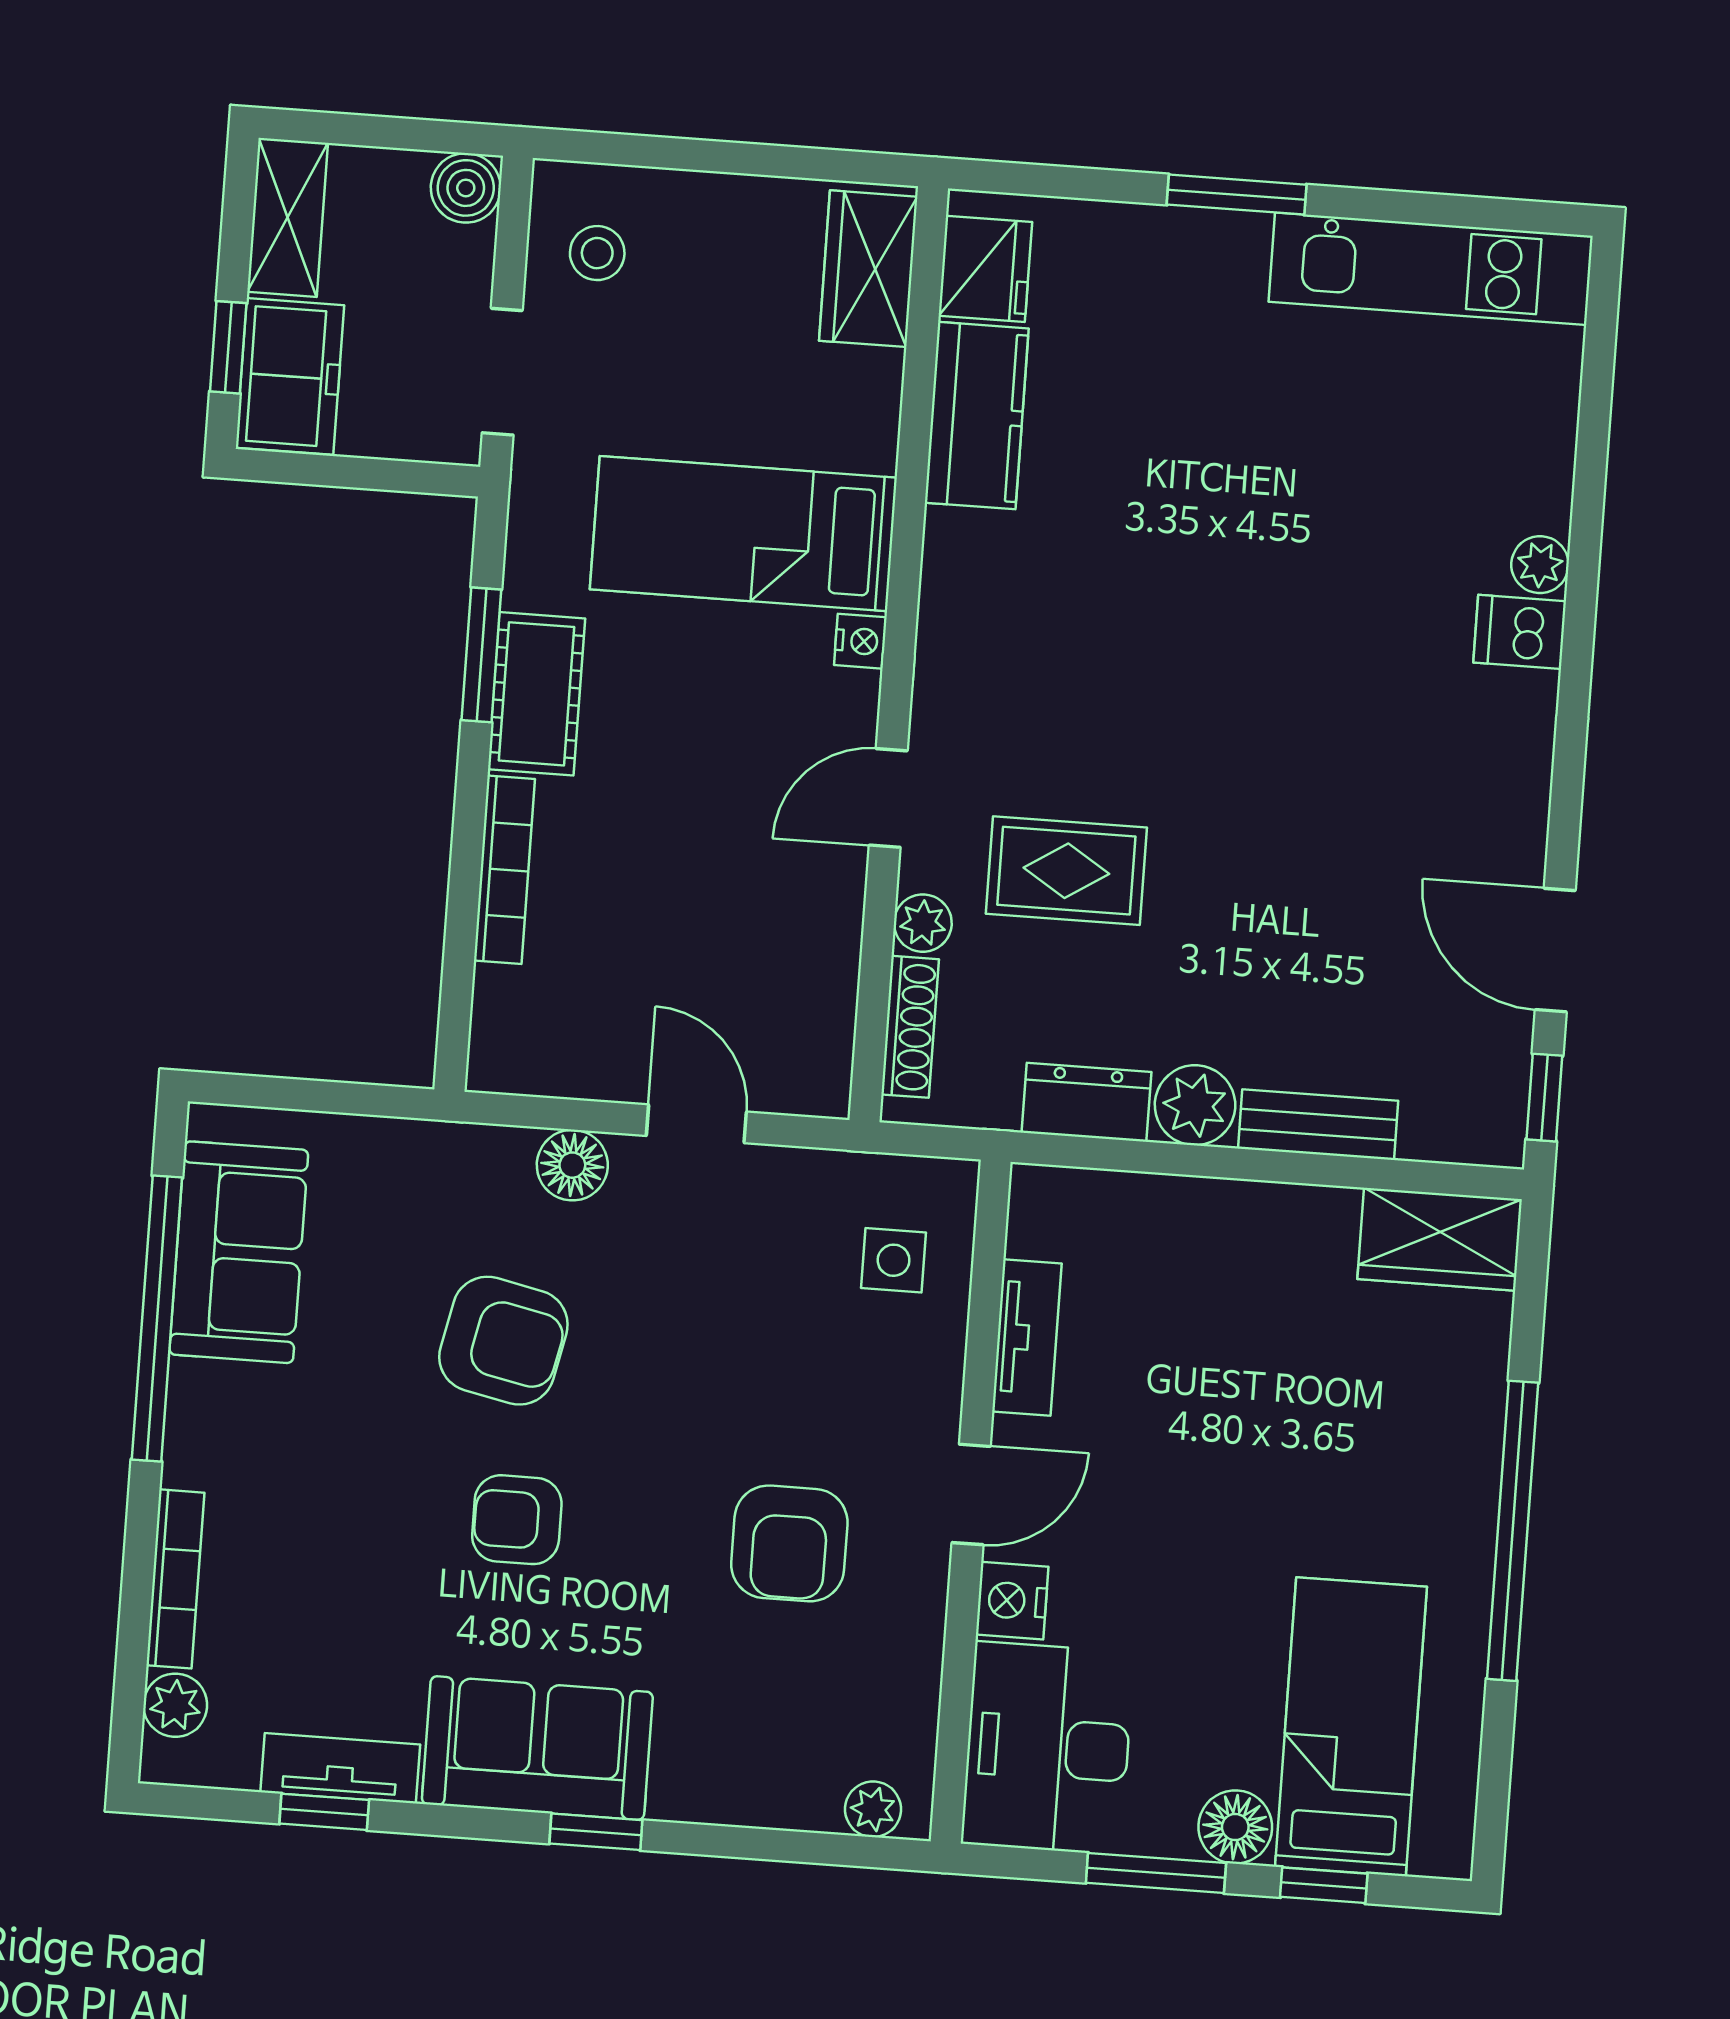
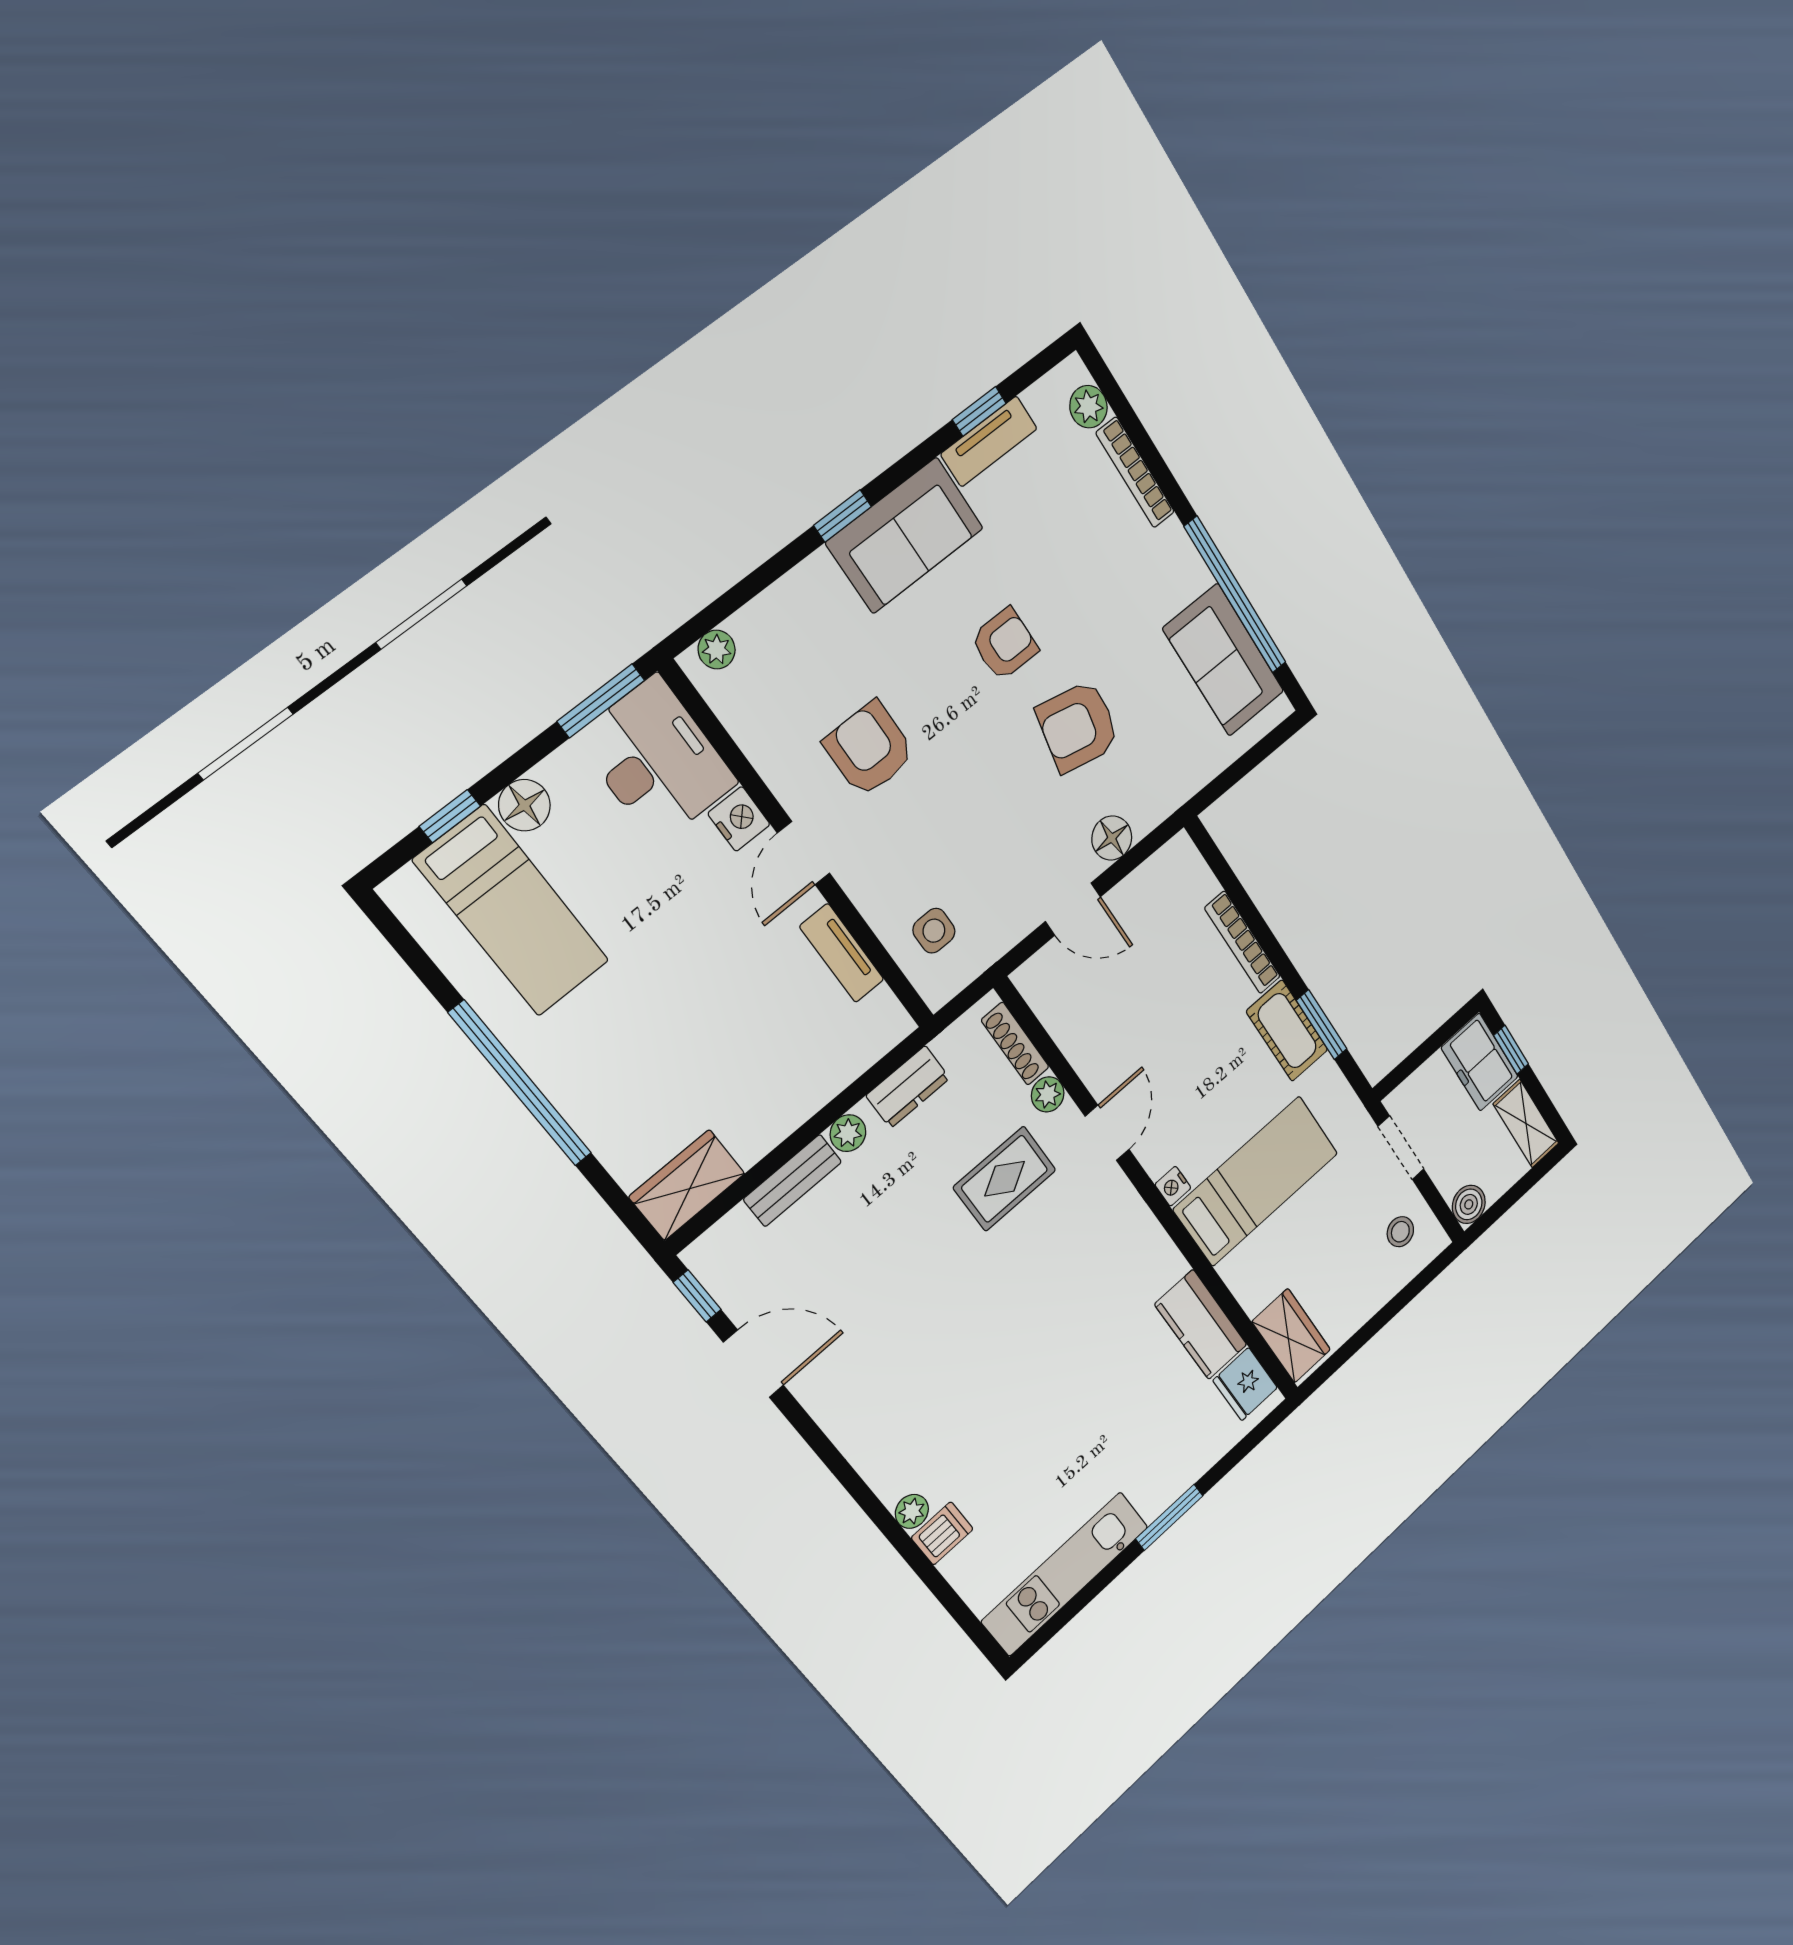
dishwasher: (1520, 632) -> (942, 1533), moved
plant: (1195, 1105) -> (848, 1133), width x0.73, depth x0.73
window: (1156, 1873) -> (601, 701), moved

